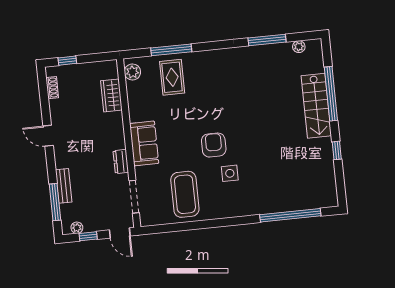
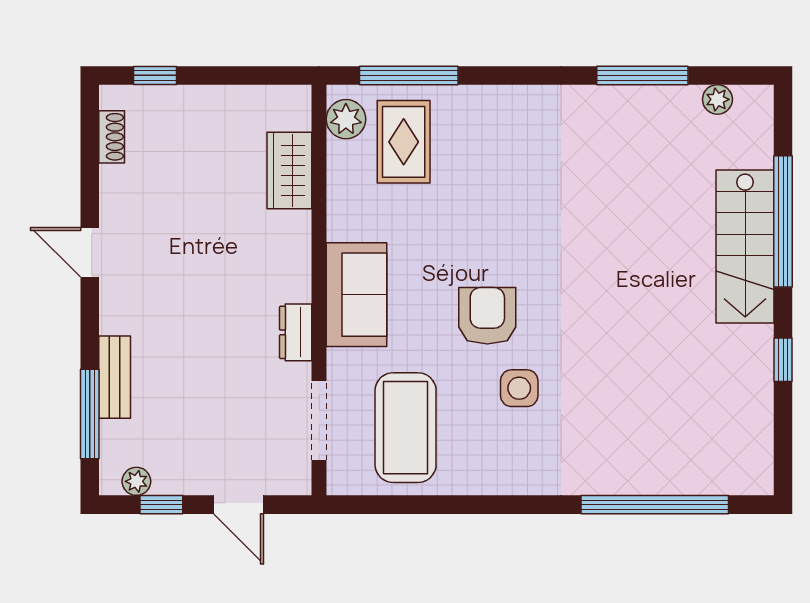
plant: (132, 72) -> (346, 119), moved
wardrobe: (111, 95) -> (289, 171), moved
wall: (129, 143) -> (319, 290), moved
sofa: (144, 143) -> (356, 295), moved
dresser: (121, 162) -> (296, 332), moved
doorway: (134, 197) -> (319, 421), moved

